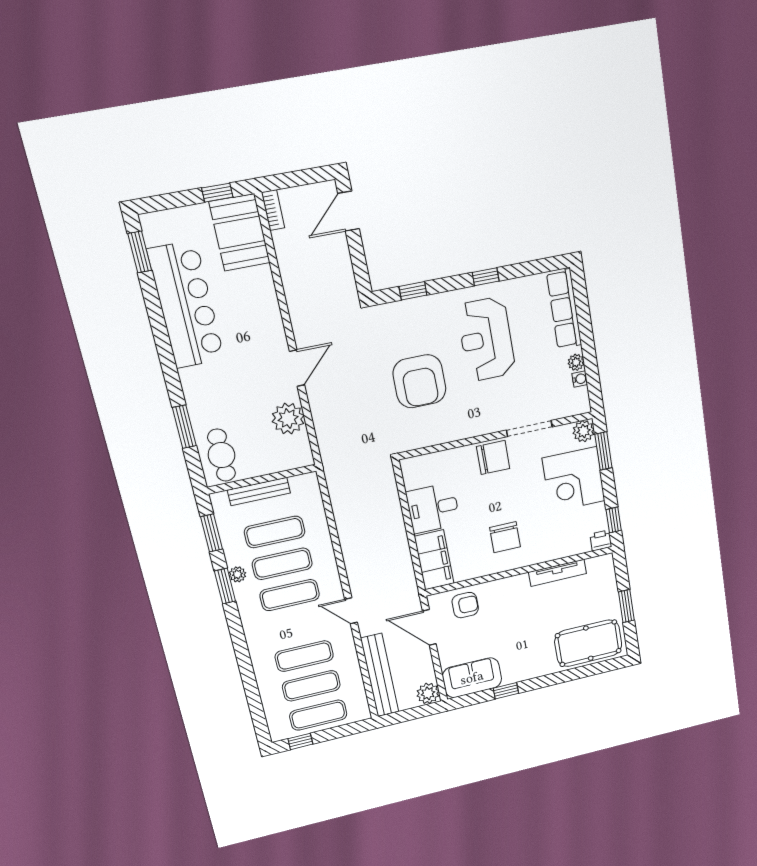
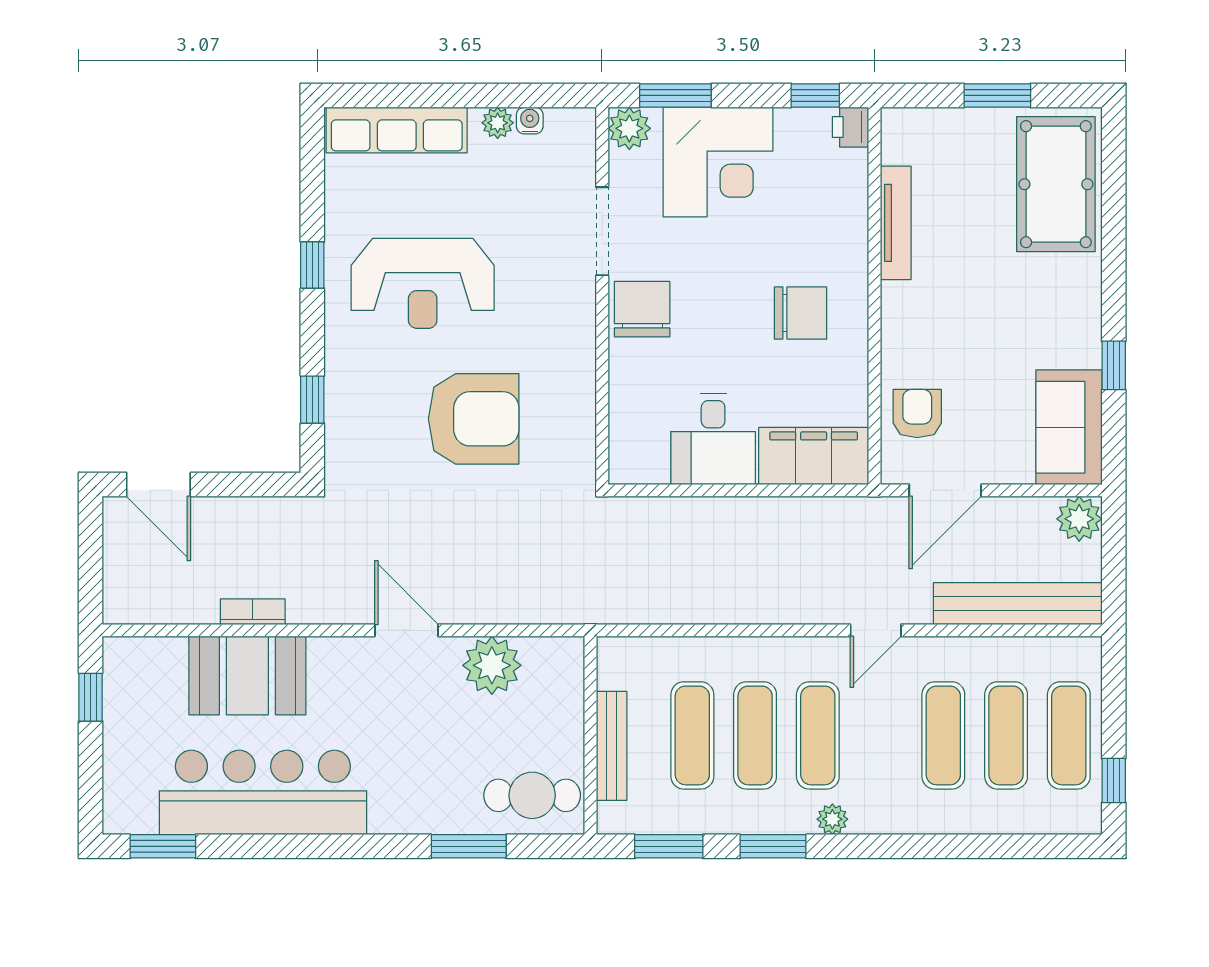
bookcase: (273, 210) -> (253, 612), moved
booth: (240, 232) -> (247, 676), moved
plant: (237, 574) -> (832, 819), moved

